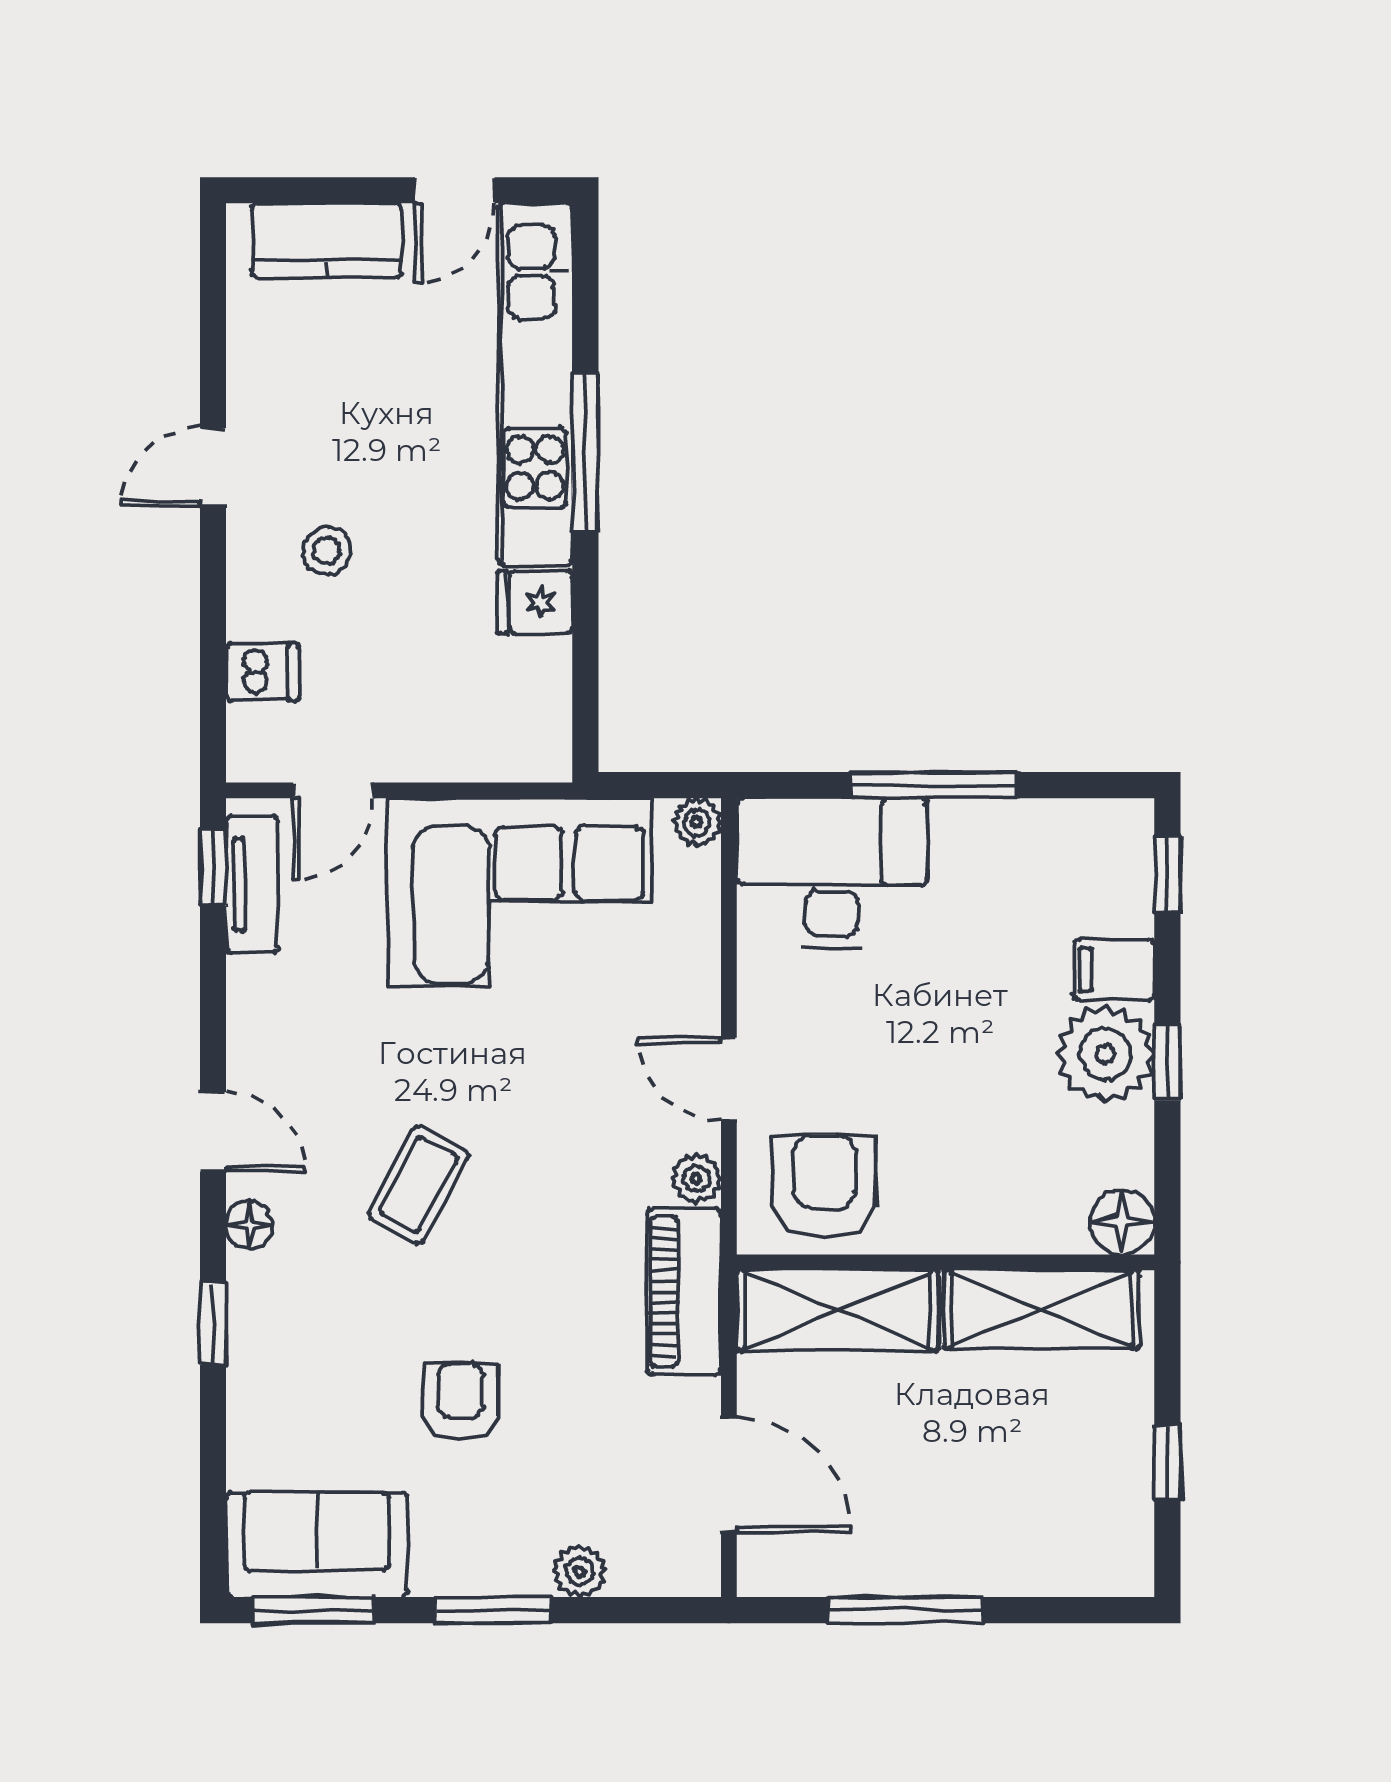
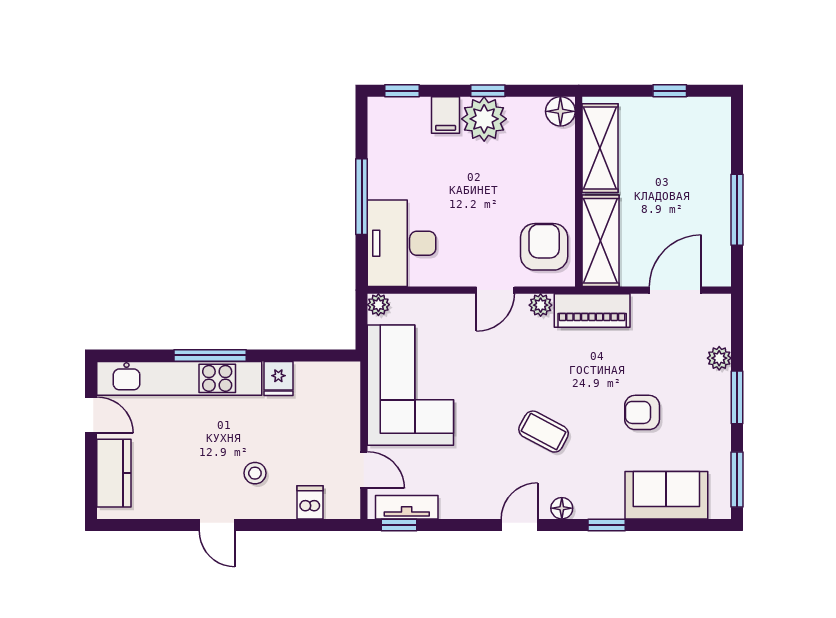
armchair: (824, 1186) -> (544, 247), turned 90
sofa: (317, 1545) -> (666, 495), moved, turned 90

